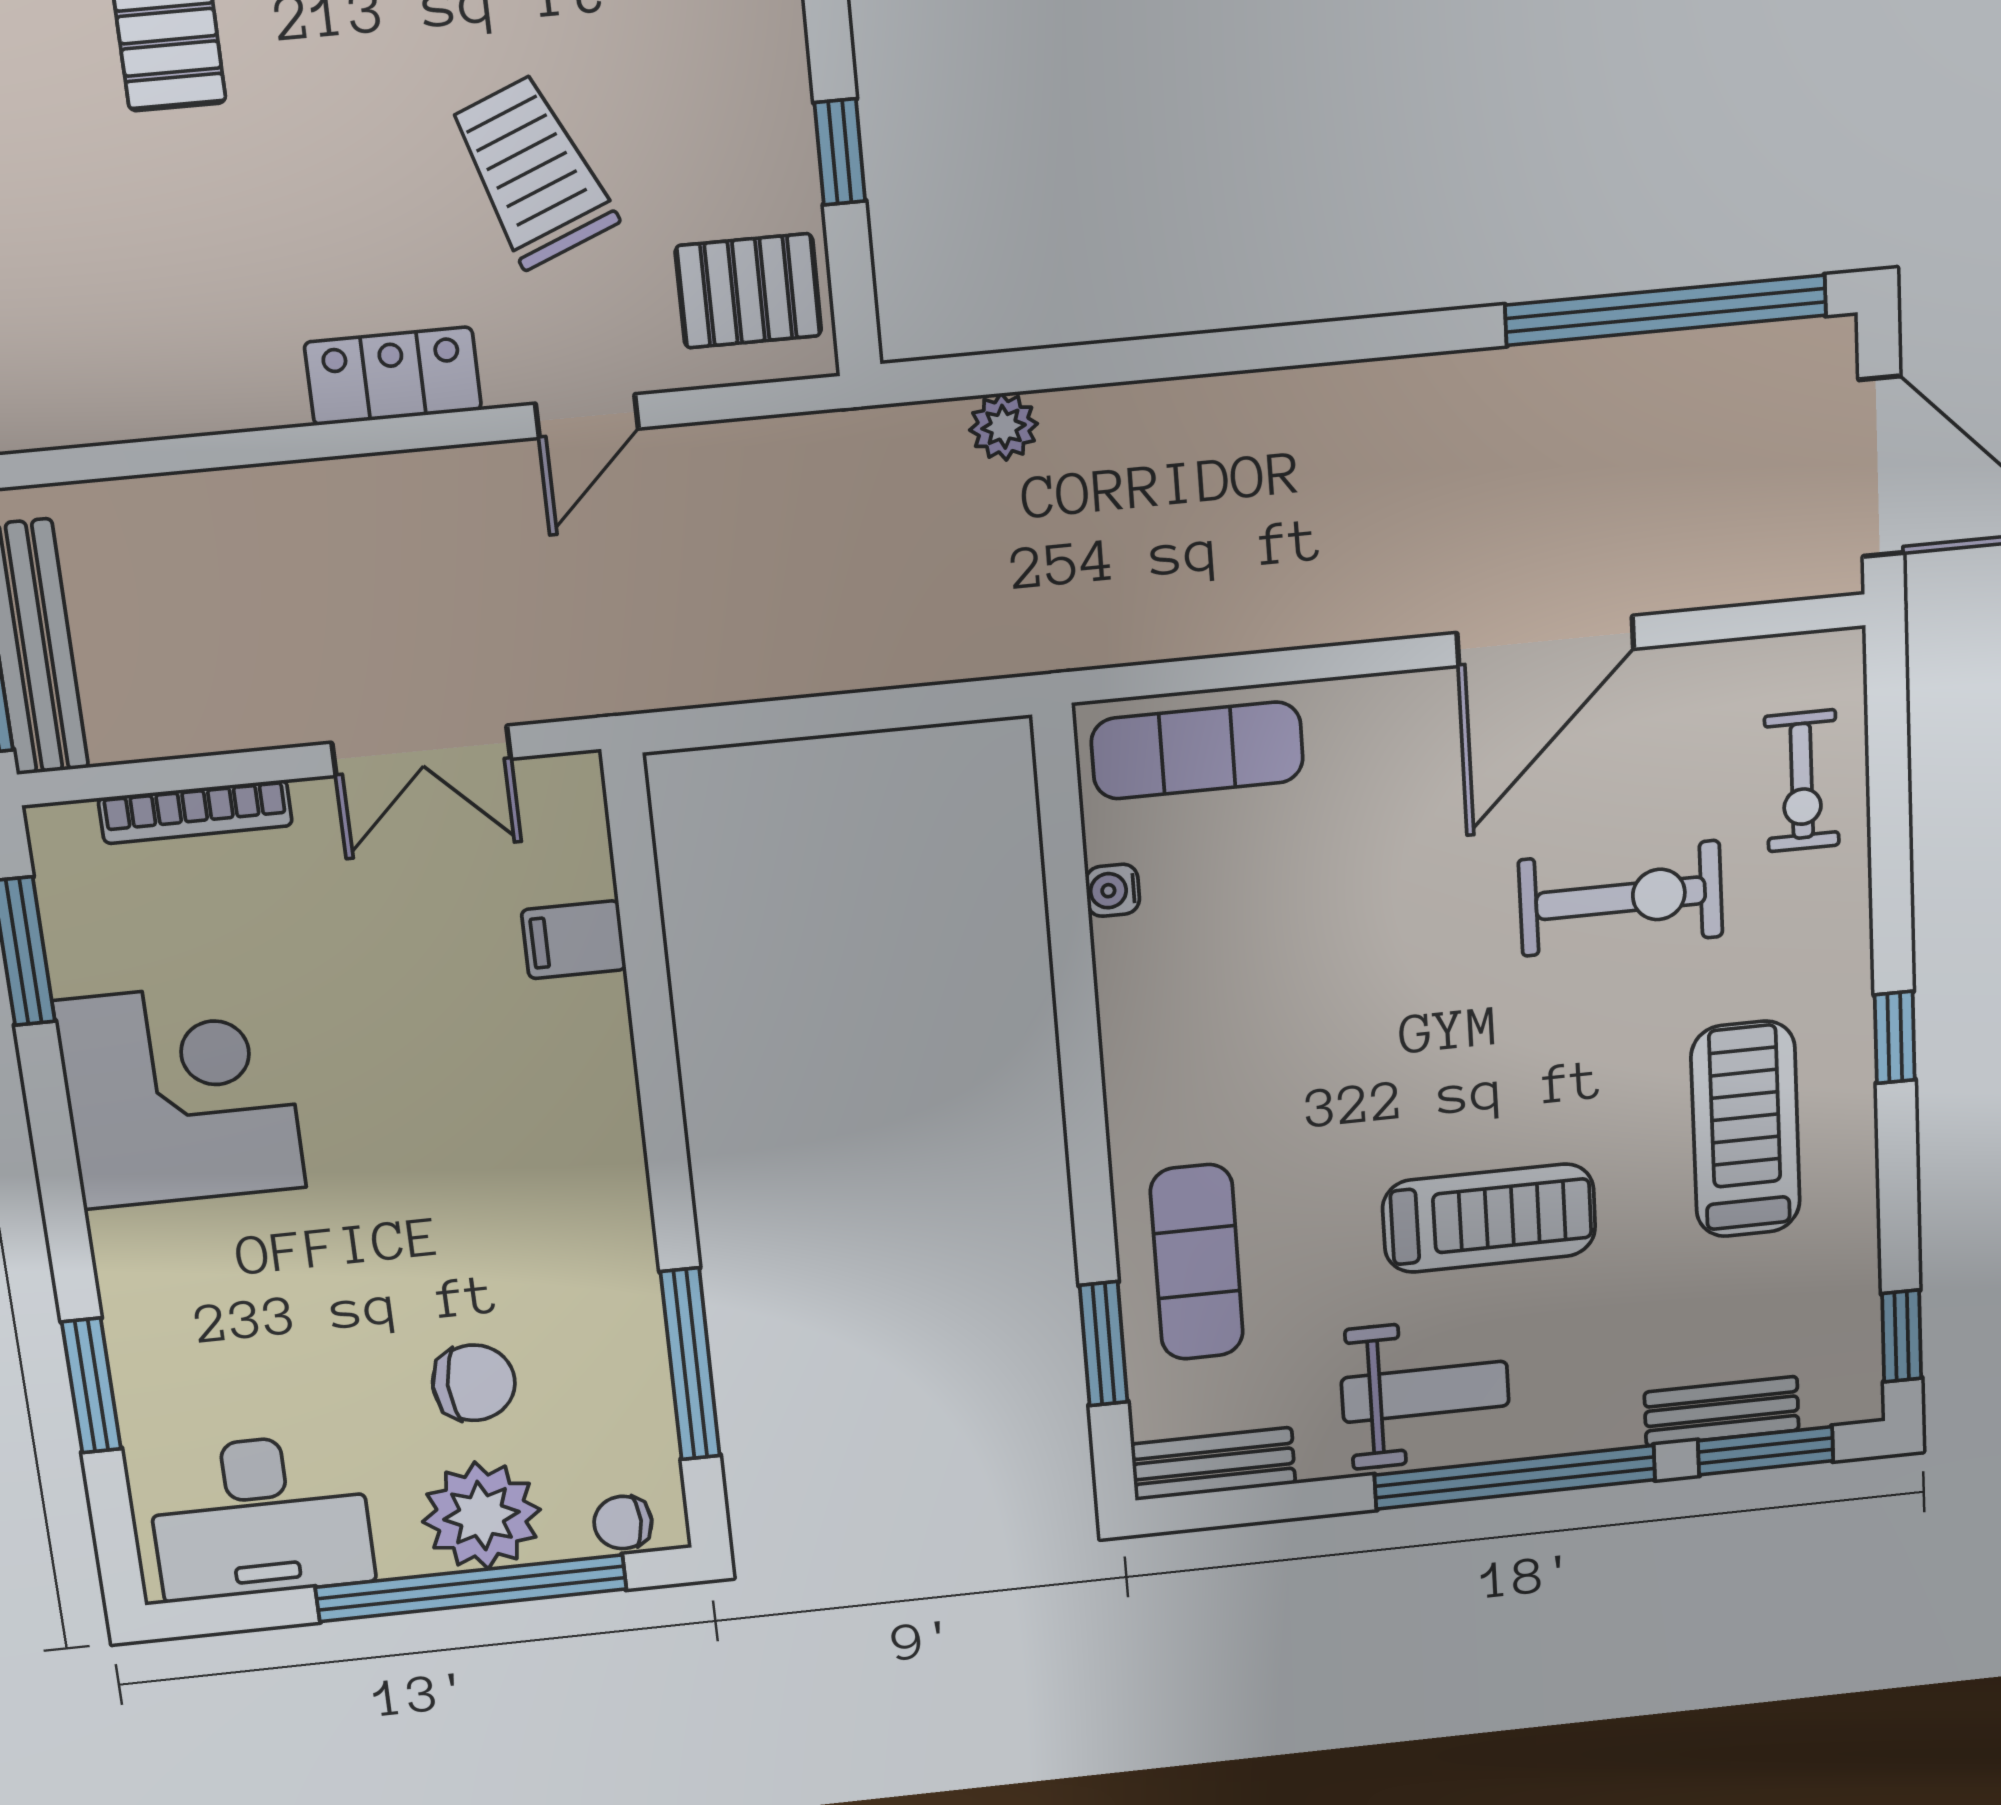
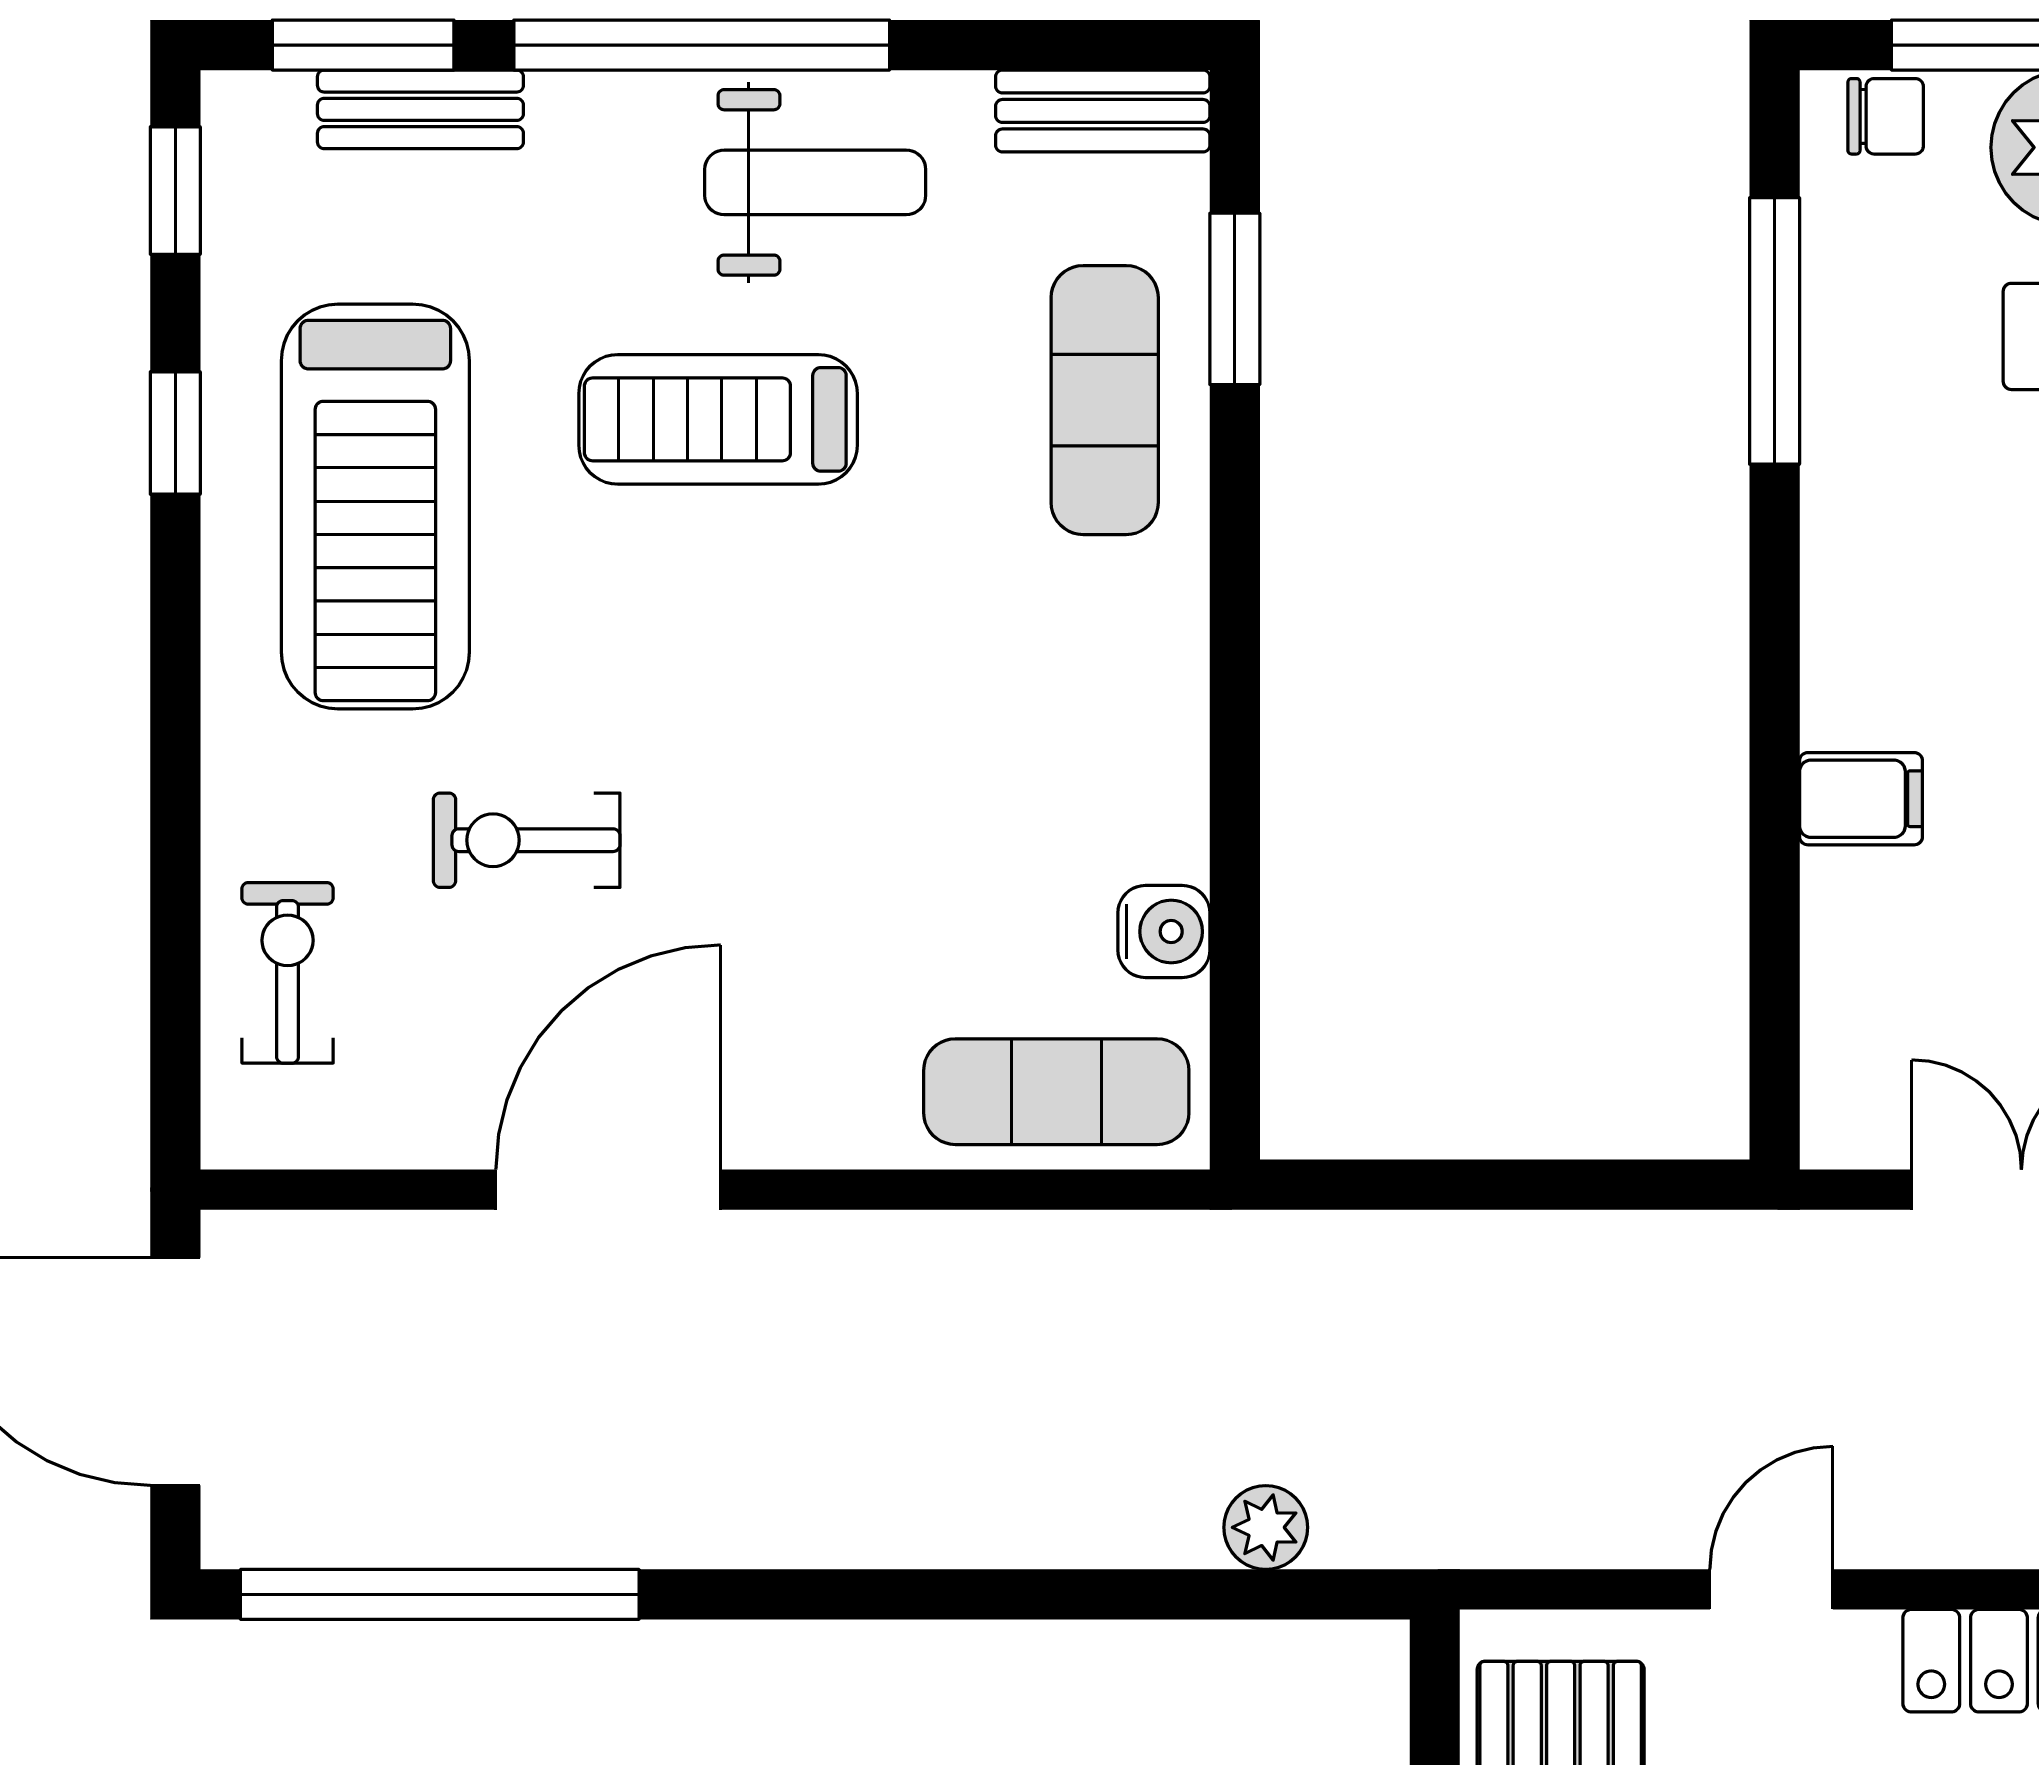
water cooler: (1113, 890) -> (1164, 932), width x1.38, depth x1.38
exercise bike: (1621, 898) -> (527, 840), width x0.73, depth x0.72
filing cabinet: (574, 940) -> (1861, 799), moved
window: (1895, 1037) -> (175, 433), moved
treadmill: (1746, 1129) -> (375, 506), width x1.37, depth x1.38
weight bench: (1425, 1392) -> (815, 182), turned 180

